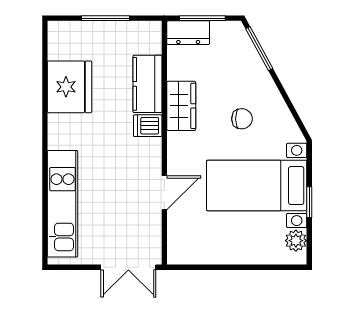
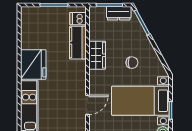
dresser: (188, 33) -> (119, 13), moved
fridge: (69, 87) -> (33, 65), moved
dishwasher: (148, 126) -> (78, 19), moved

